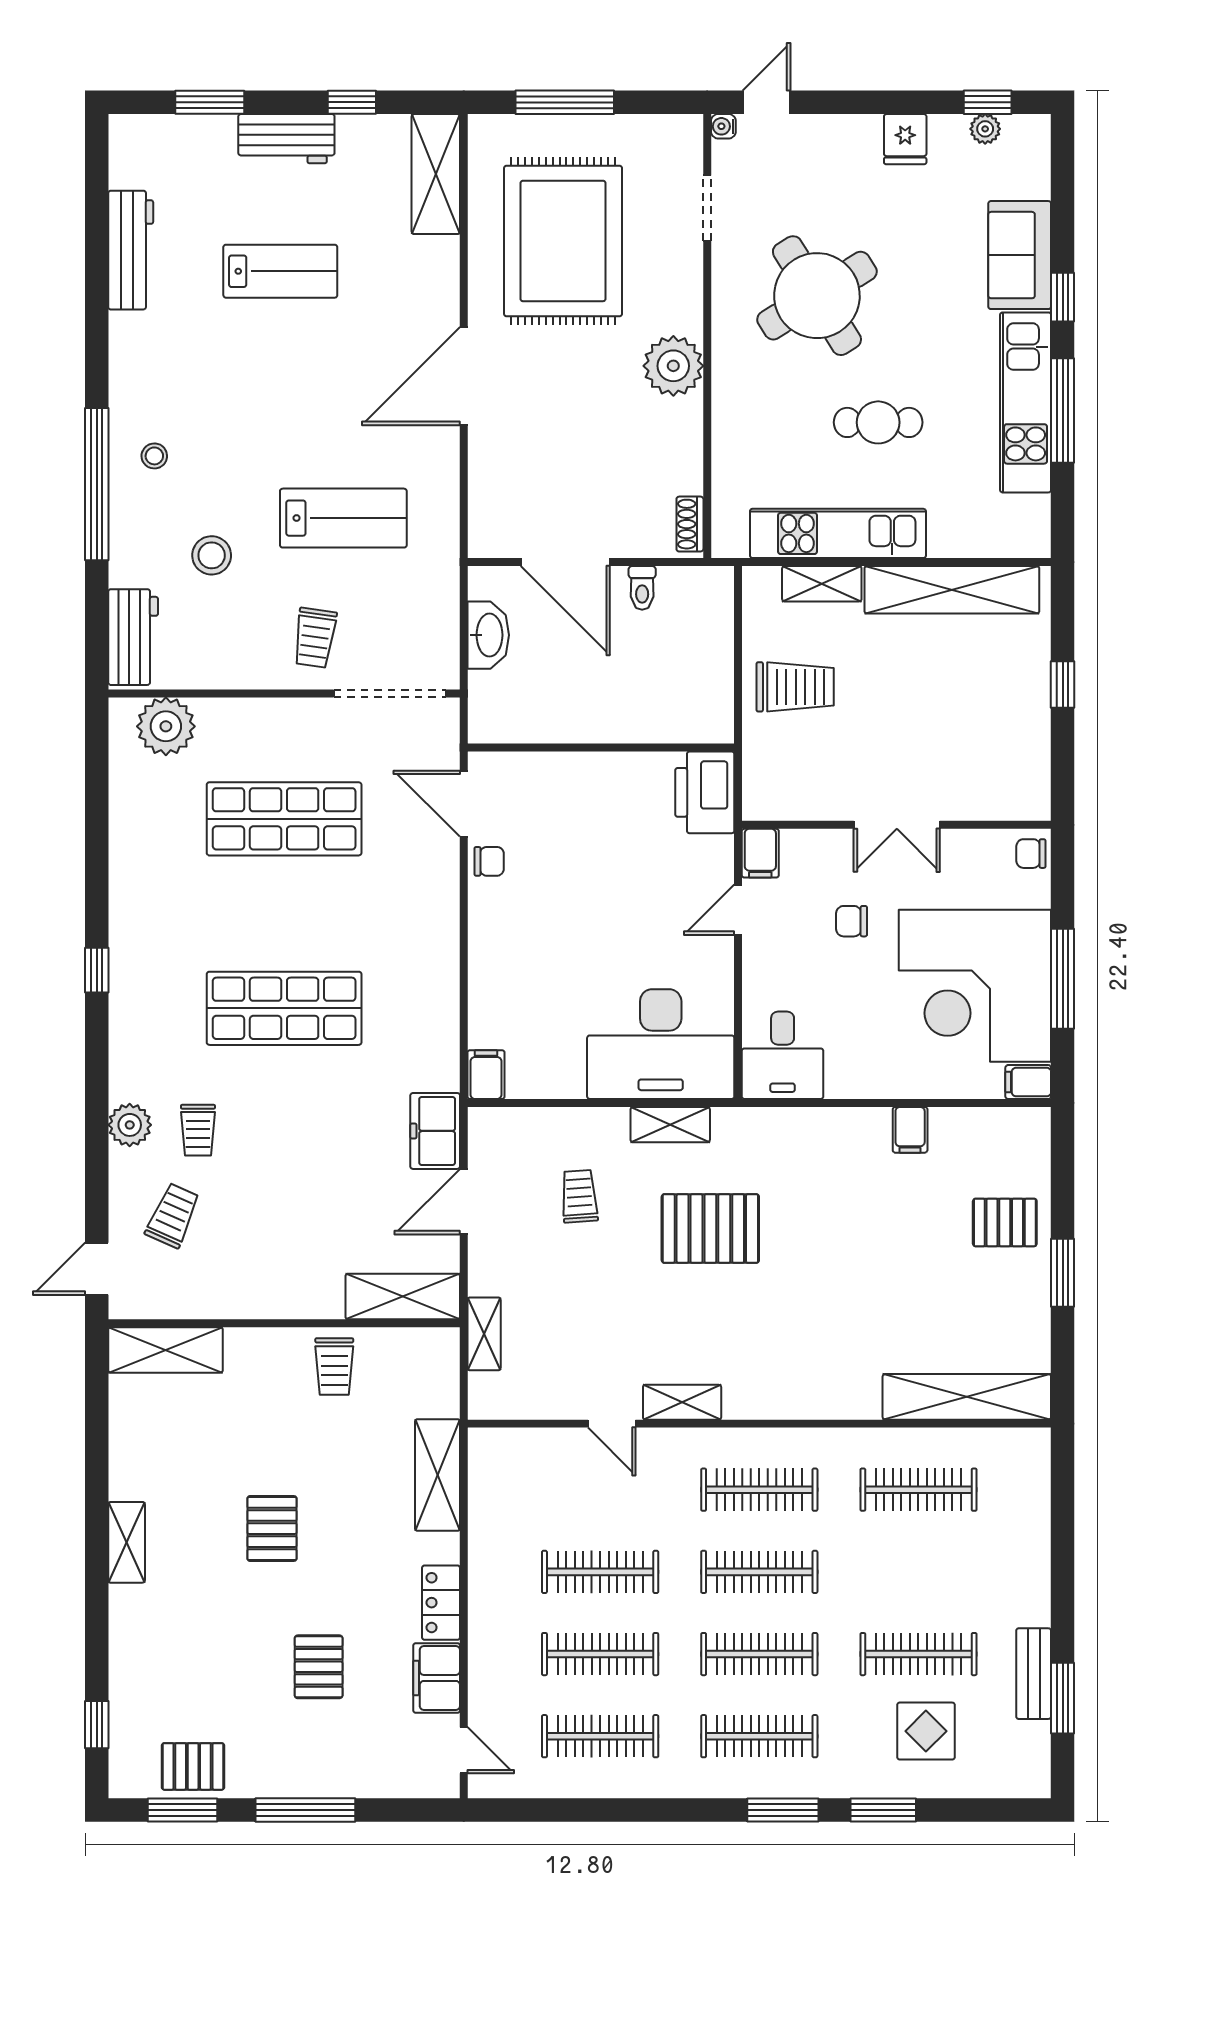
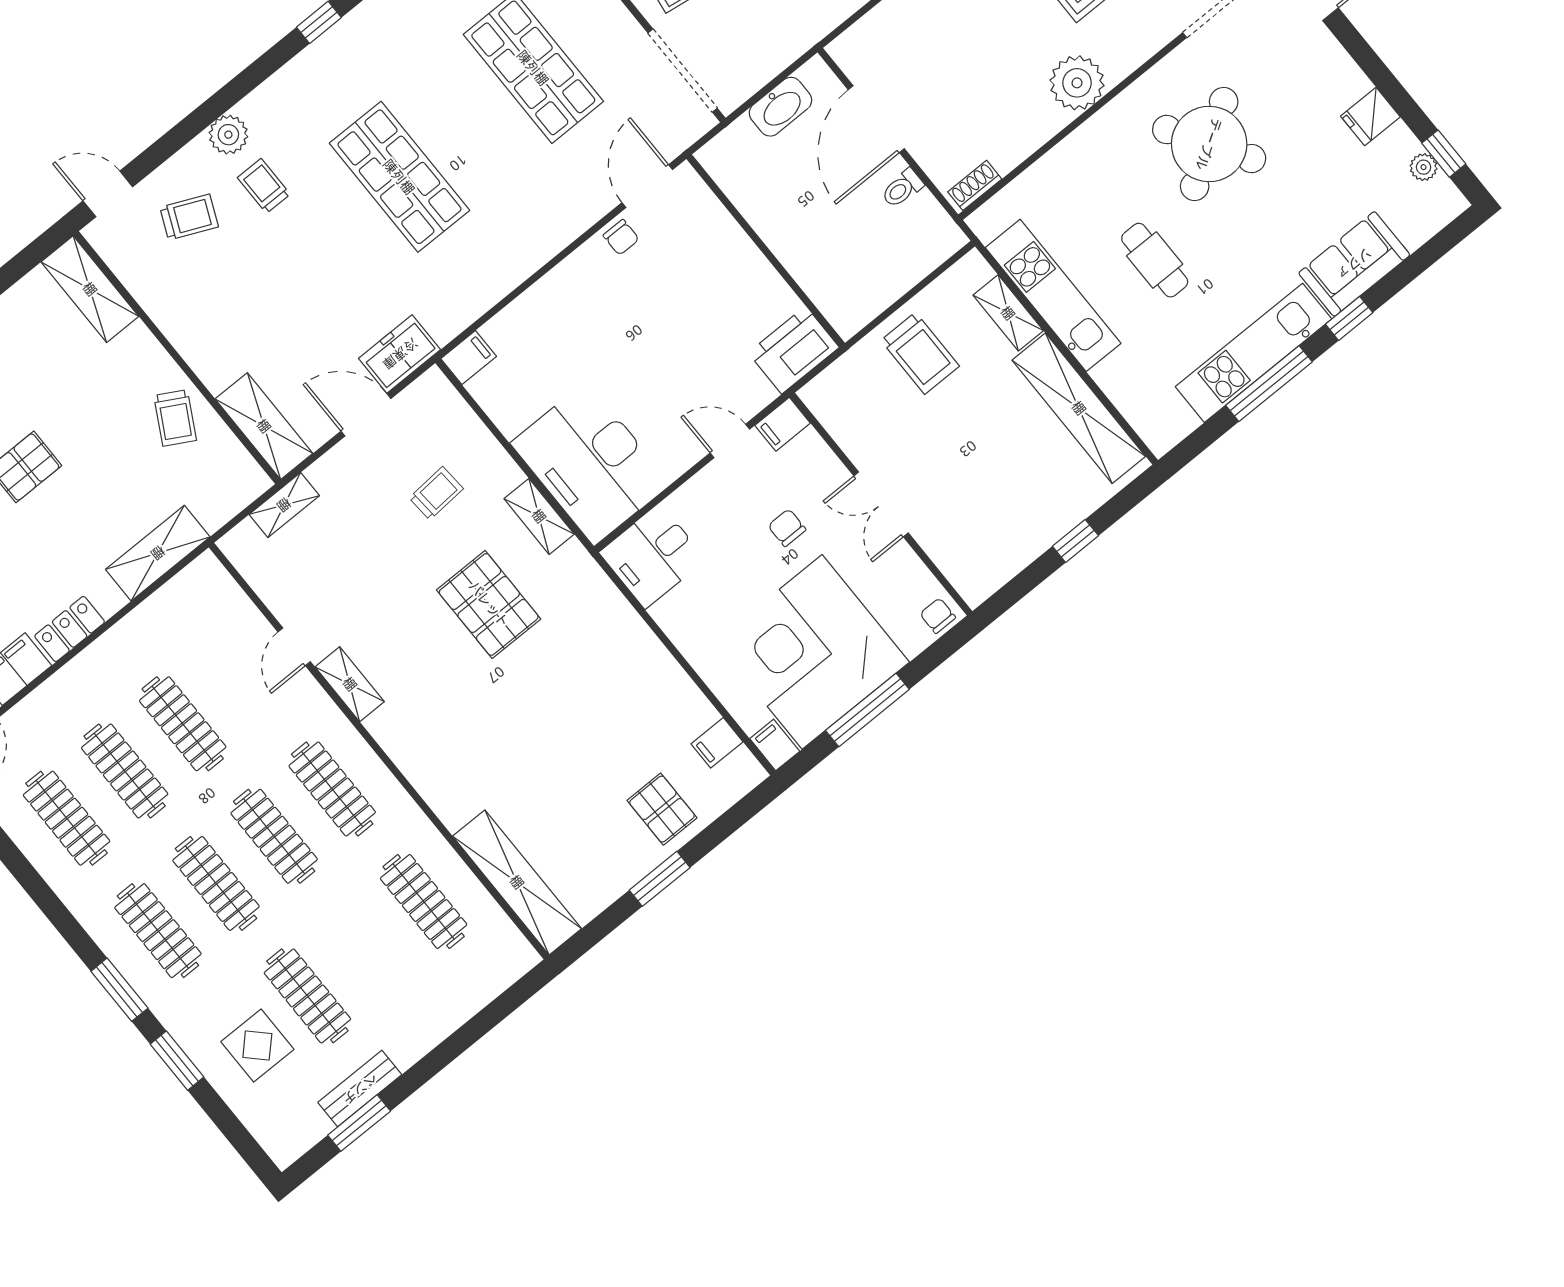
trolley: (198, 1130) -> (264, 186), turned 90
filing cabinet: (910, 1130) -> (717, 743), moved
trolley: (334, 1367) -> (175, 418), turned -61

